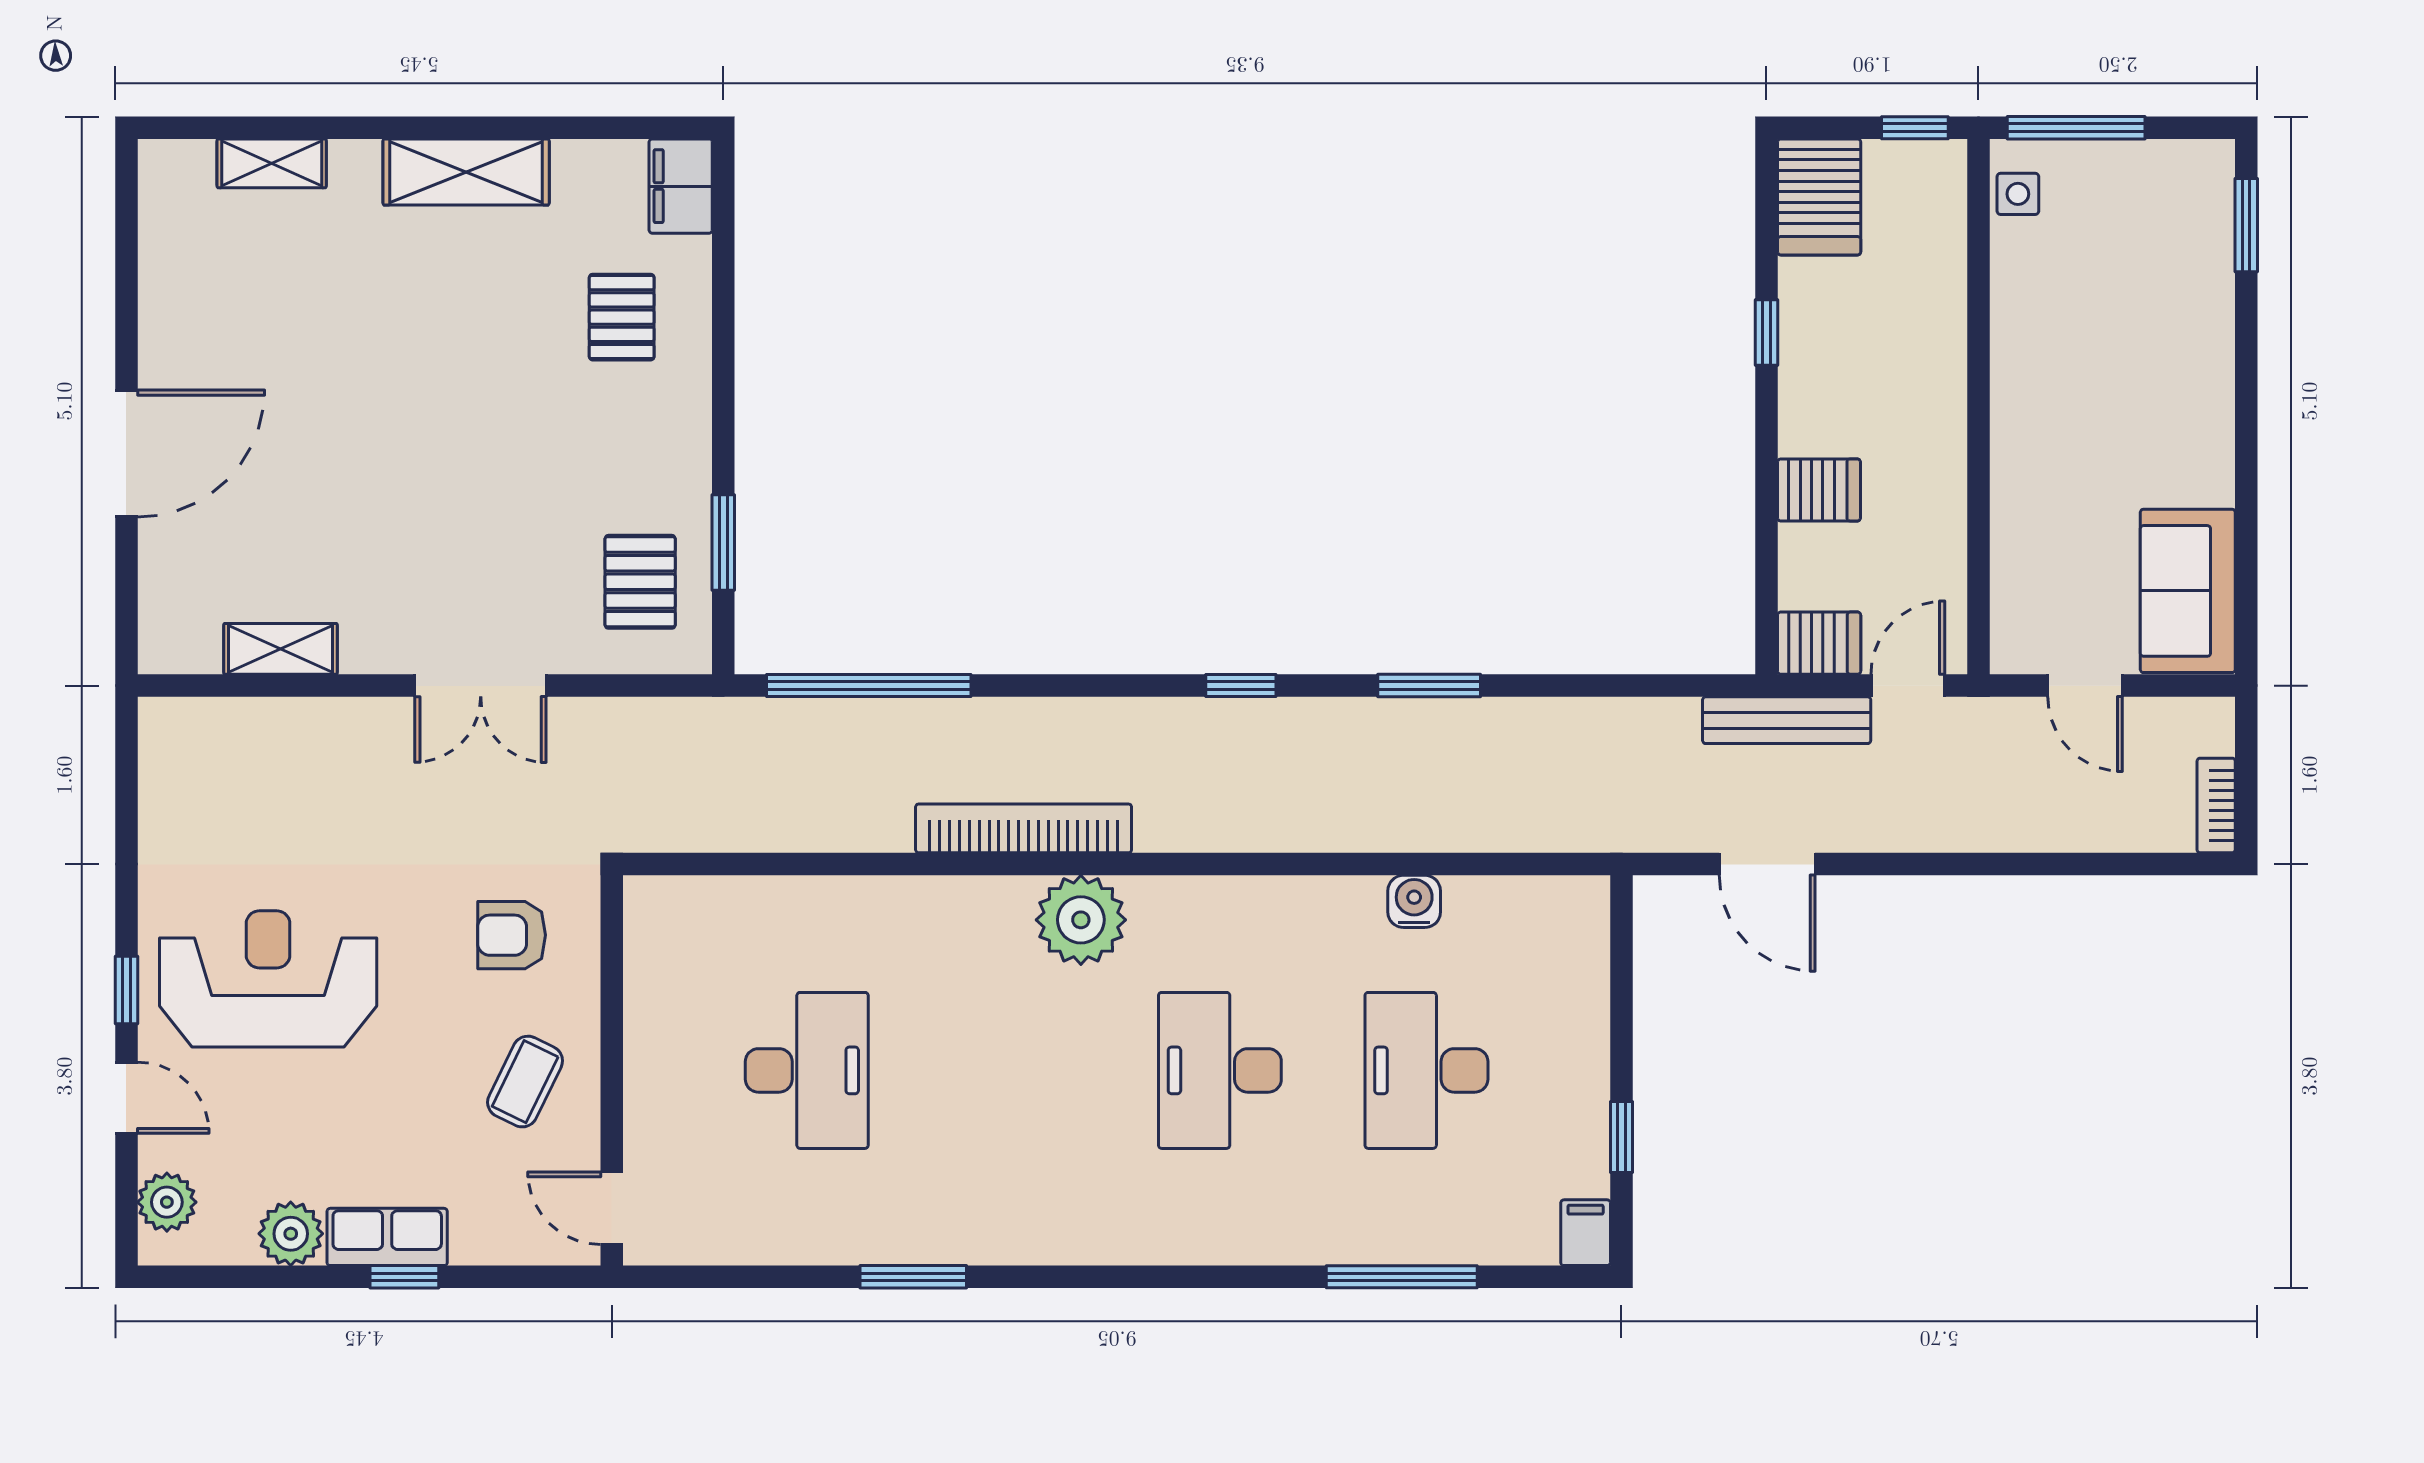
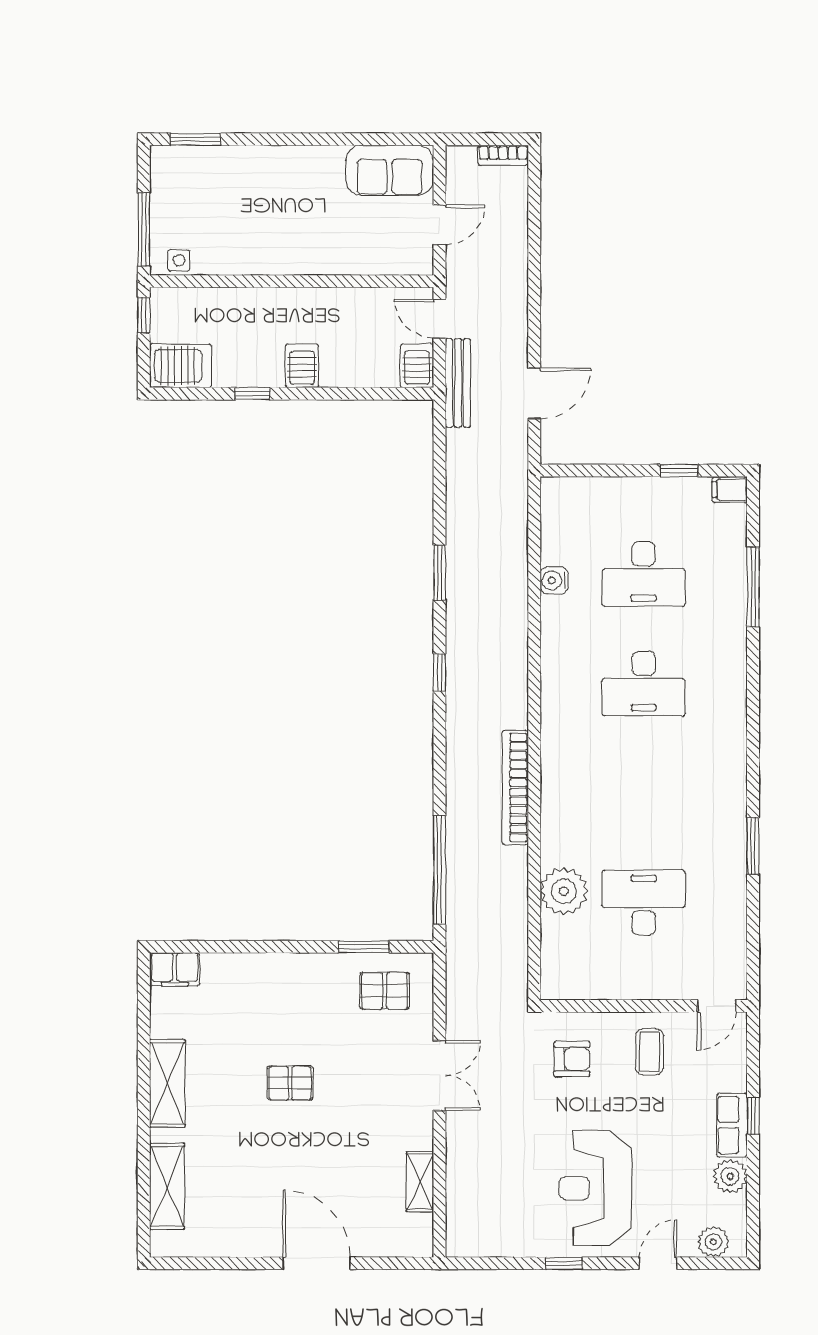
shelving: (272, 163) -> (167, 1186), width x1.50, depth x1.33
pallet: (622, 317) -> (290, 1083), moved
server rack: (1819, 490) -> (302, 366), moved
plant: (1081, 920) -> (564, 891), moved
armchair: (512, 935) -> (572, 1059), turned -90
window: (126, 990) -> (564, 1263), moved
coffee table: (525, 1082) -> (650, 1052), turned 64

